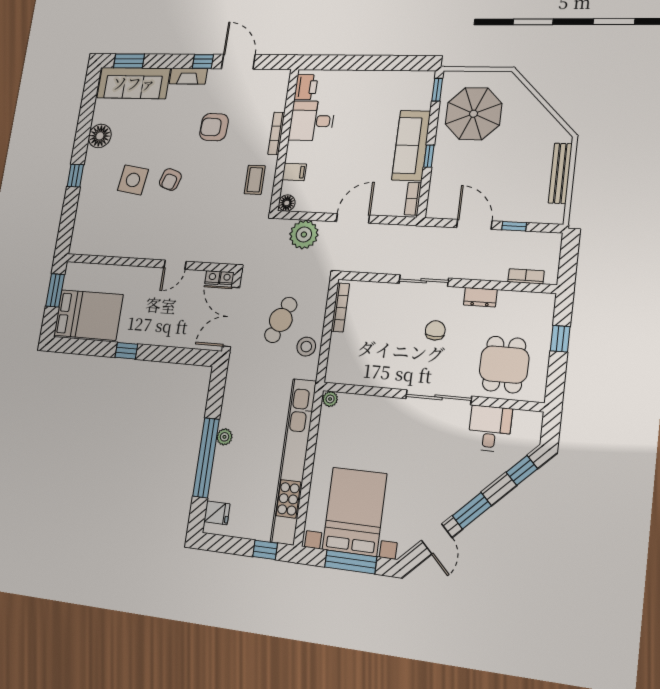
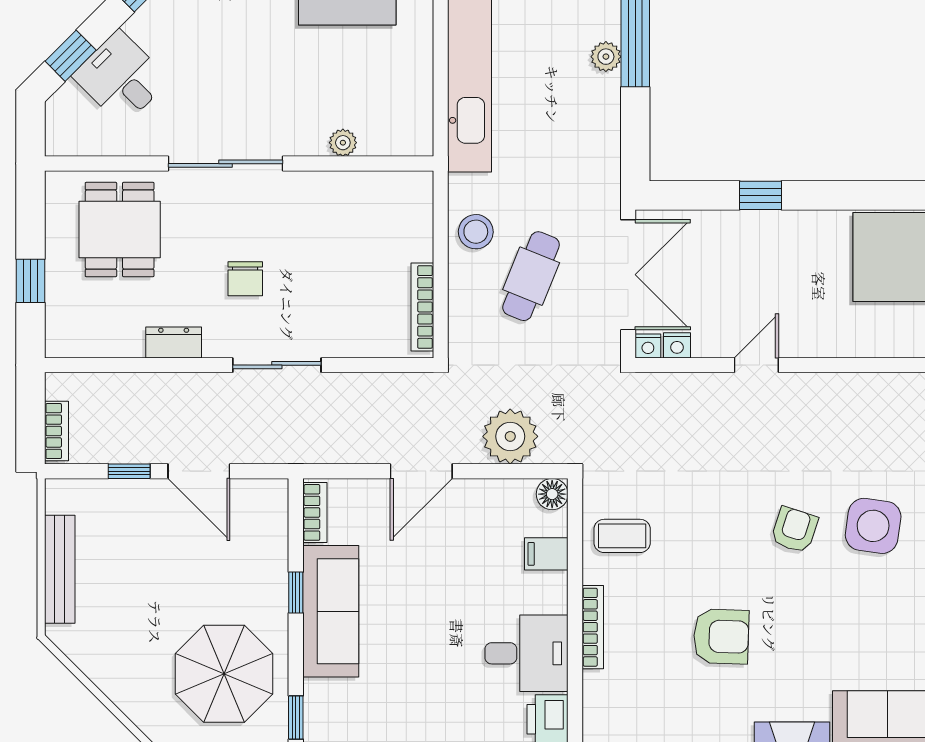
coffee table: (255, 180) -> (622, 536), turned 90
bookcase: (526, 276) -> (57, 431), moved, turned -90
window: (126, 351) -> (760, 195), moved
plant: (330, 399) -> (343, 143), moved
desk: (490, 429) -> (121, 78), moved, turned 135

